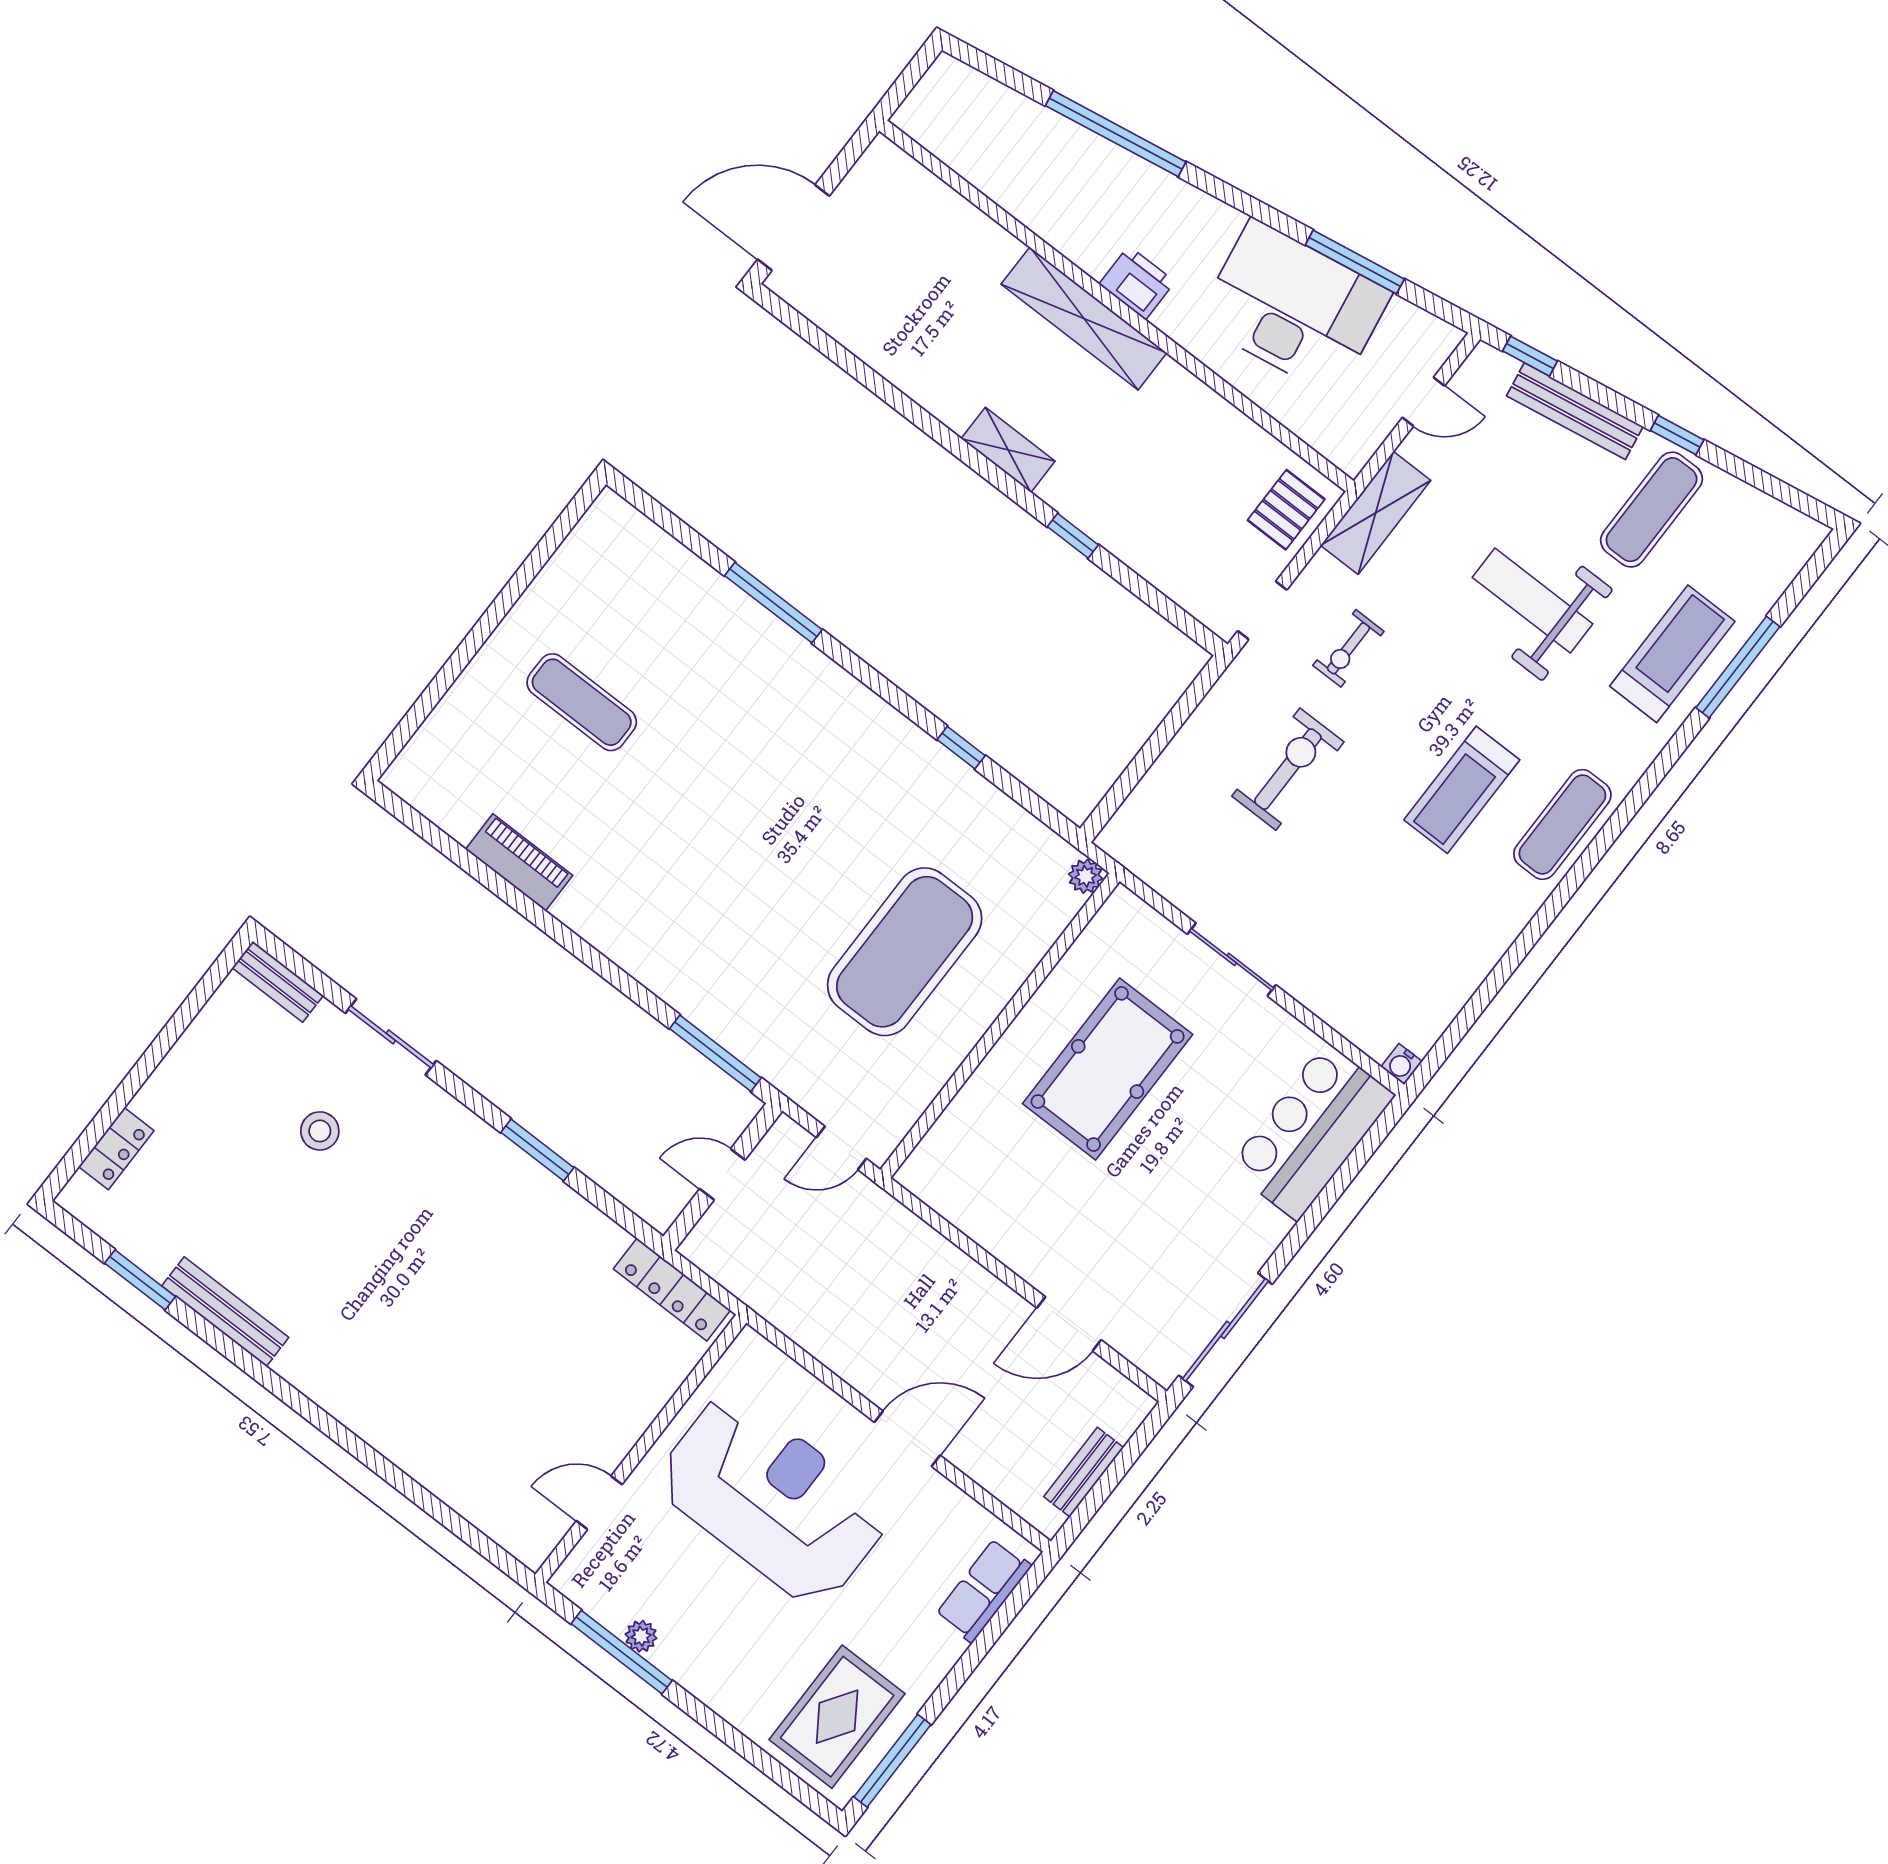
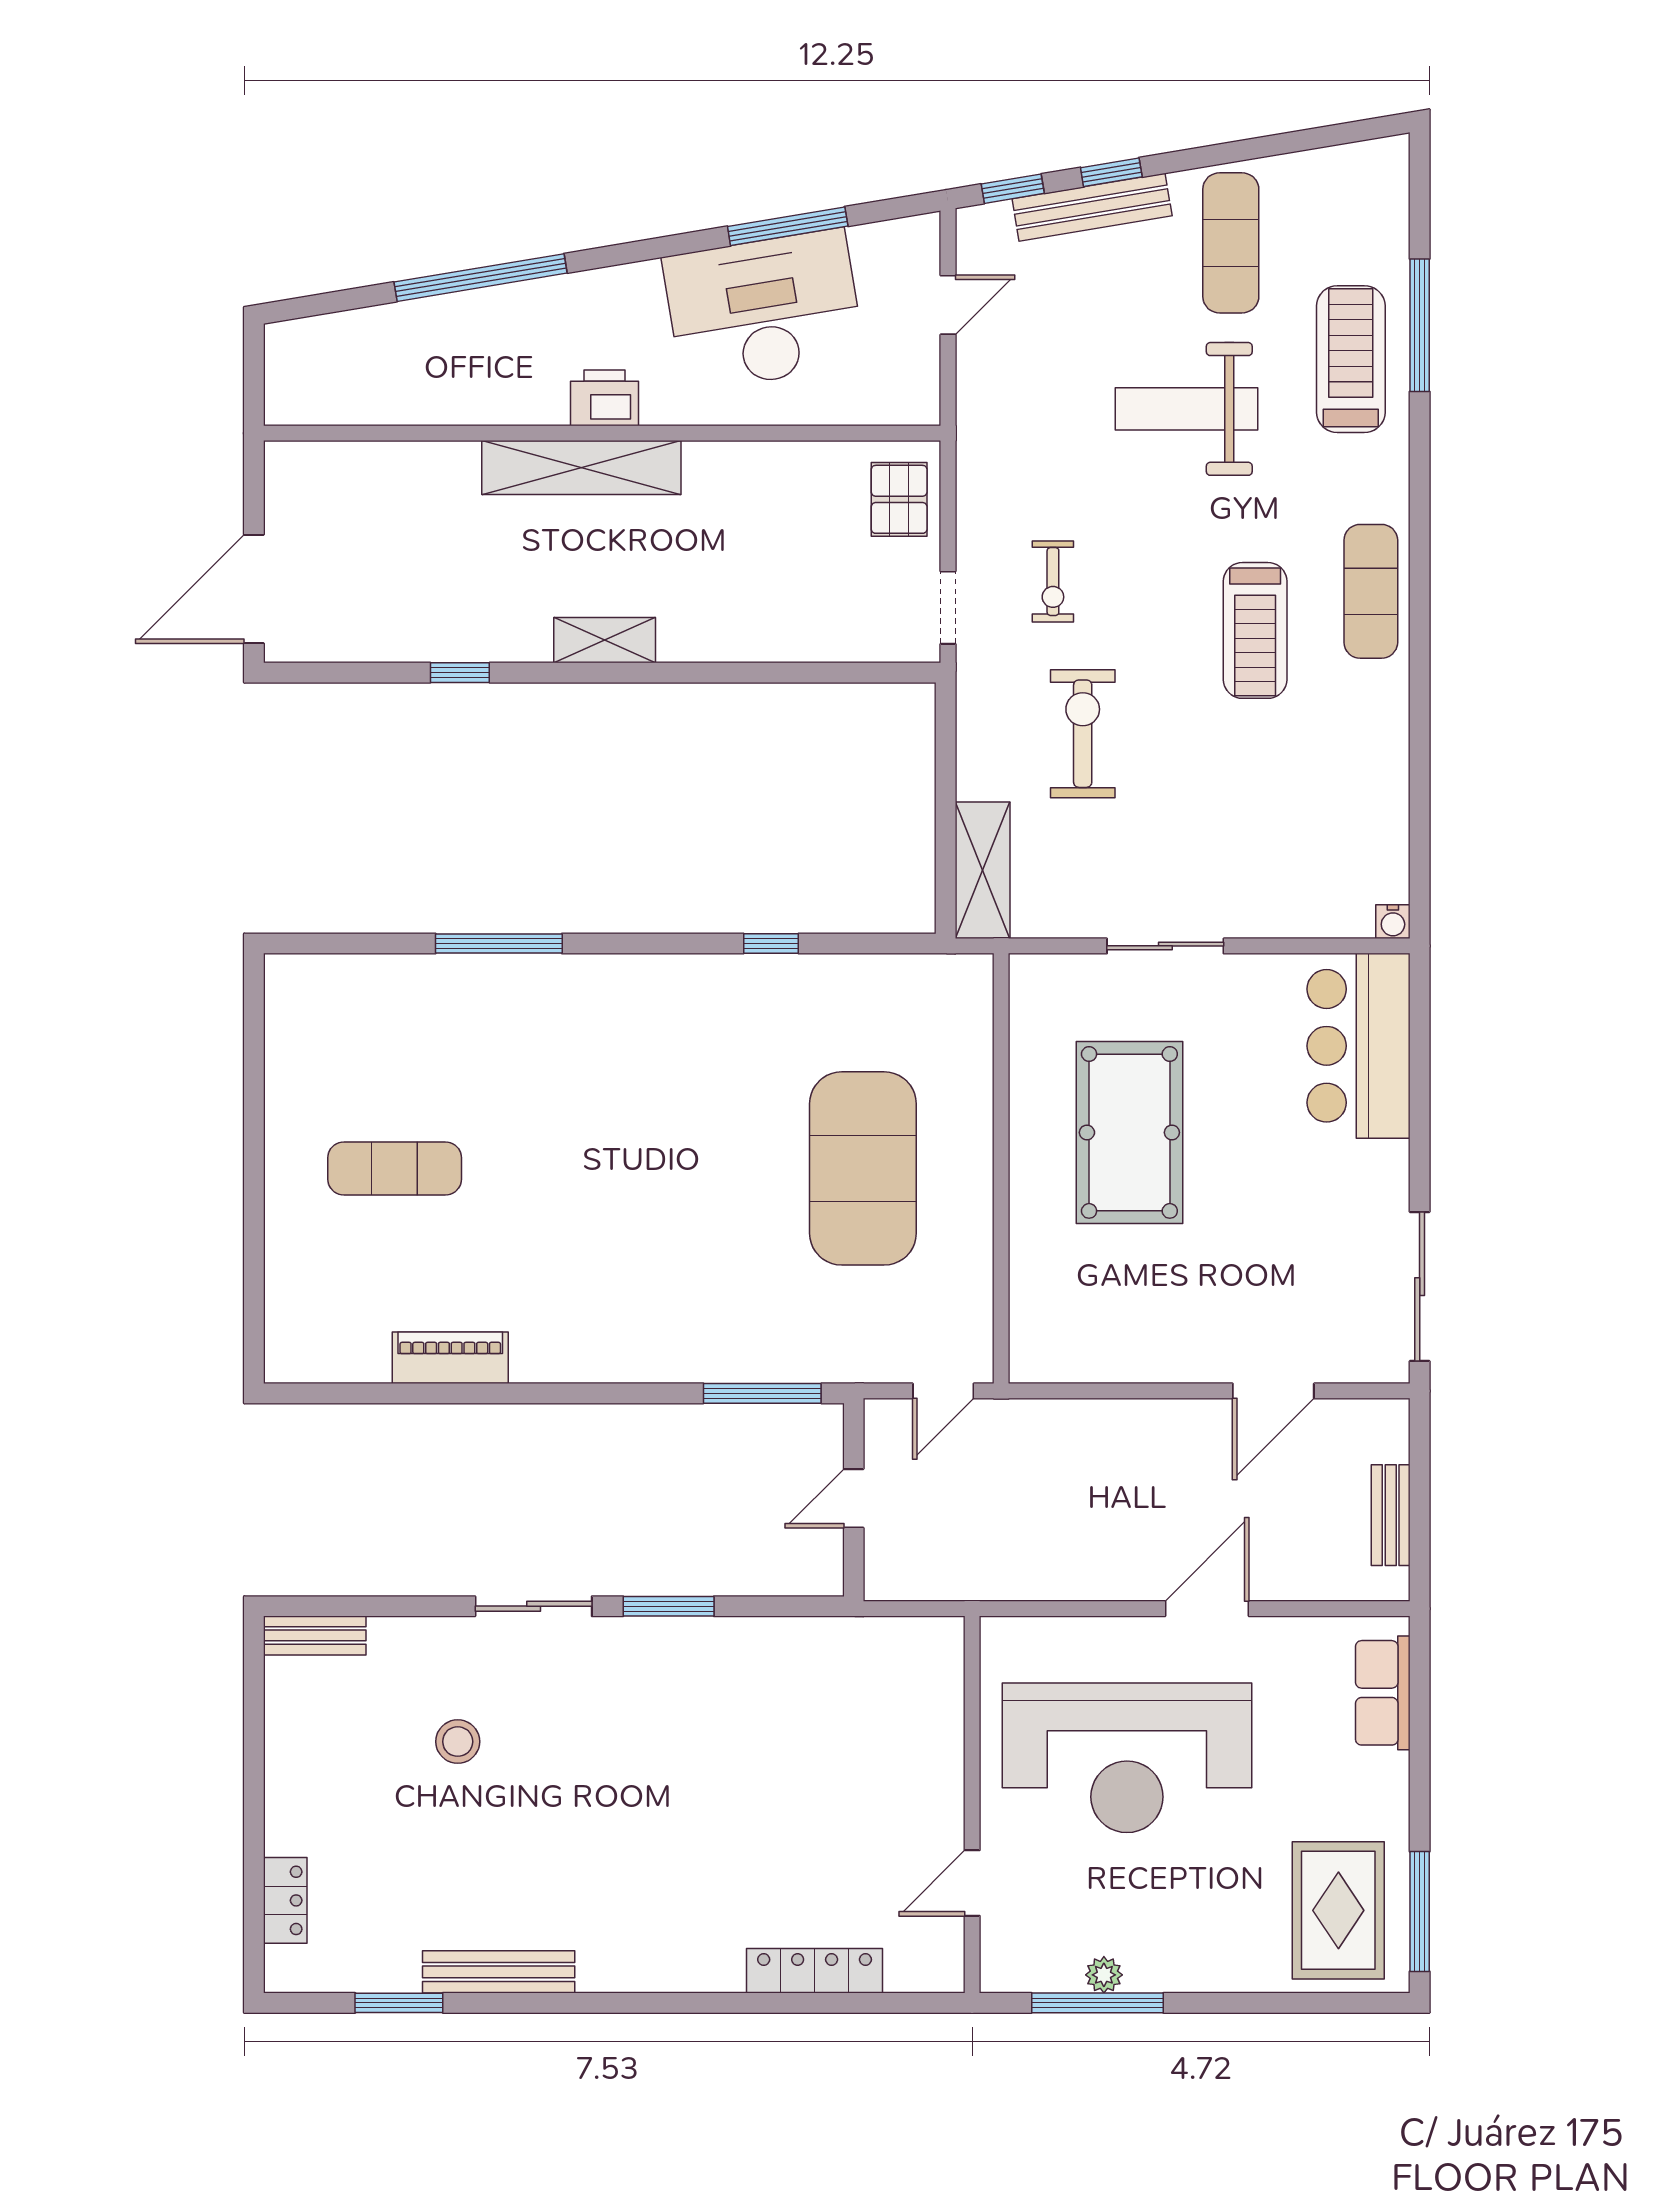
window: (1677, 435) -> (1111, 172), moved
shelving: (1376, 513) -> (983, 870), moved
window: (1073, 536) -> (460, 673), moved
plant: (1086, 876) -> (974, 973), removed
sliding door: (391, 1037) -> (534, 1606), moved
locker: (672, 1289) -> (815, 1971), moved, turned 180
reception desk: (773, 1499) -> (1127, 1758), turned 180

